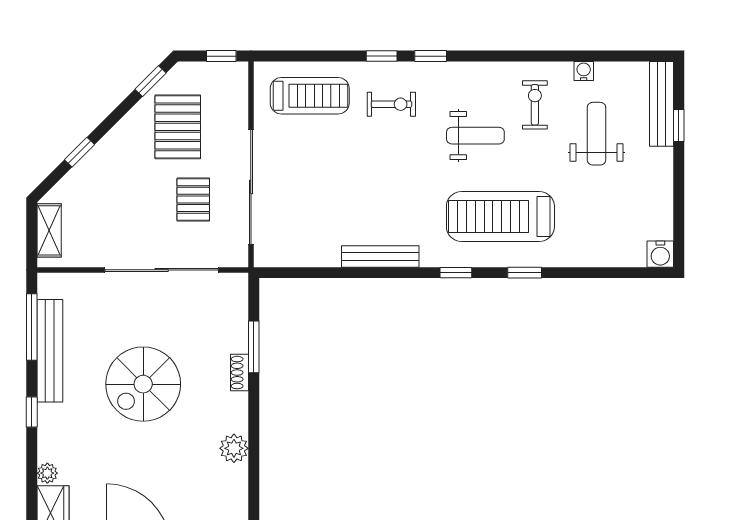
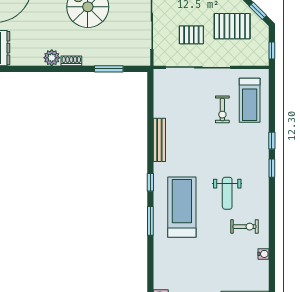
exercise bike: (391, 104) -> (222, 109), moved
weight bench: (597, 134) -> (228, 261), removed
window: (525, 273) -> (150, 221), width x1.50
shoe rack: (239, 373) -> (71, 61), moved

